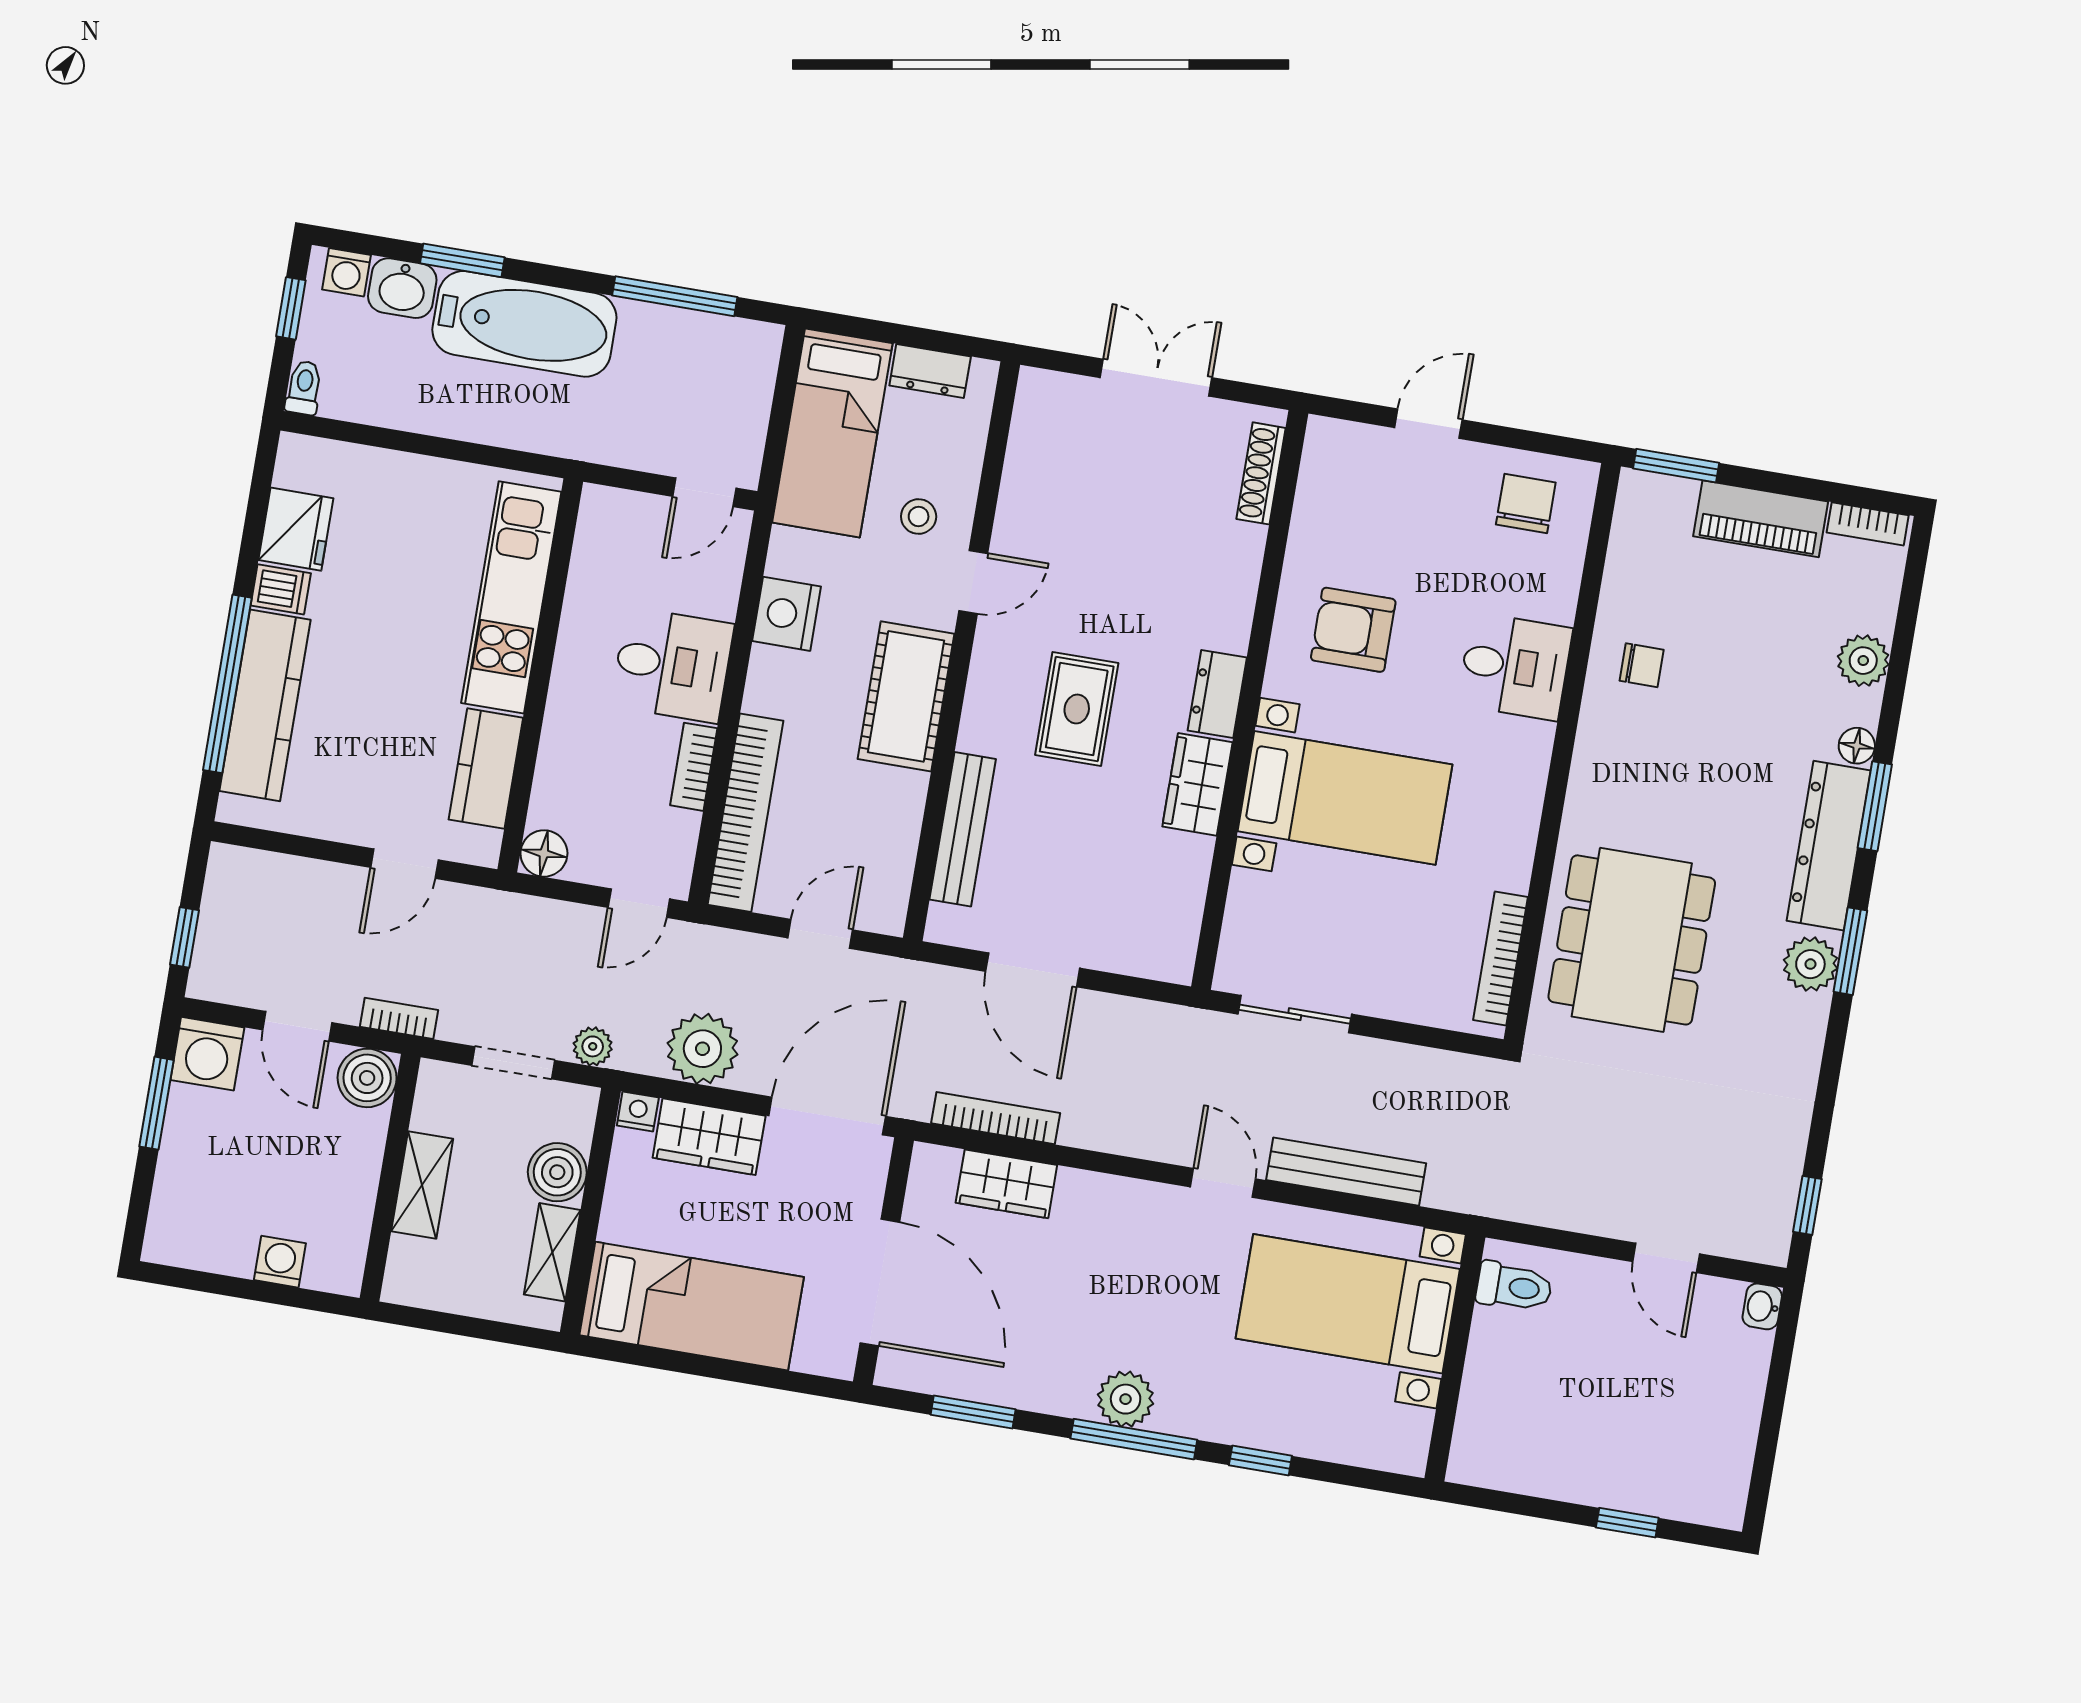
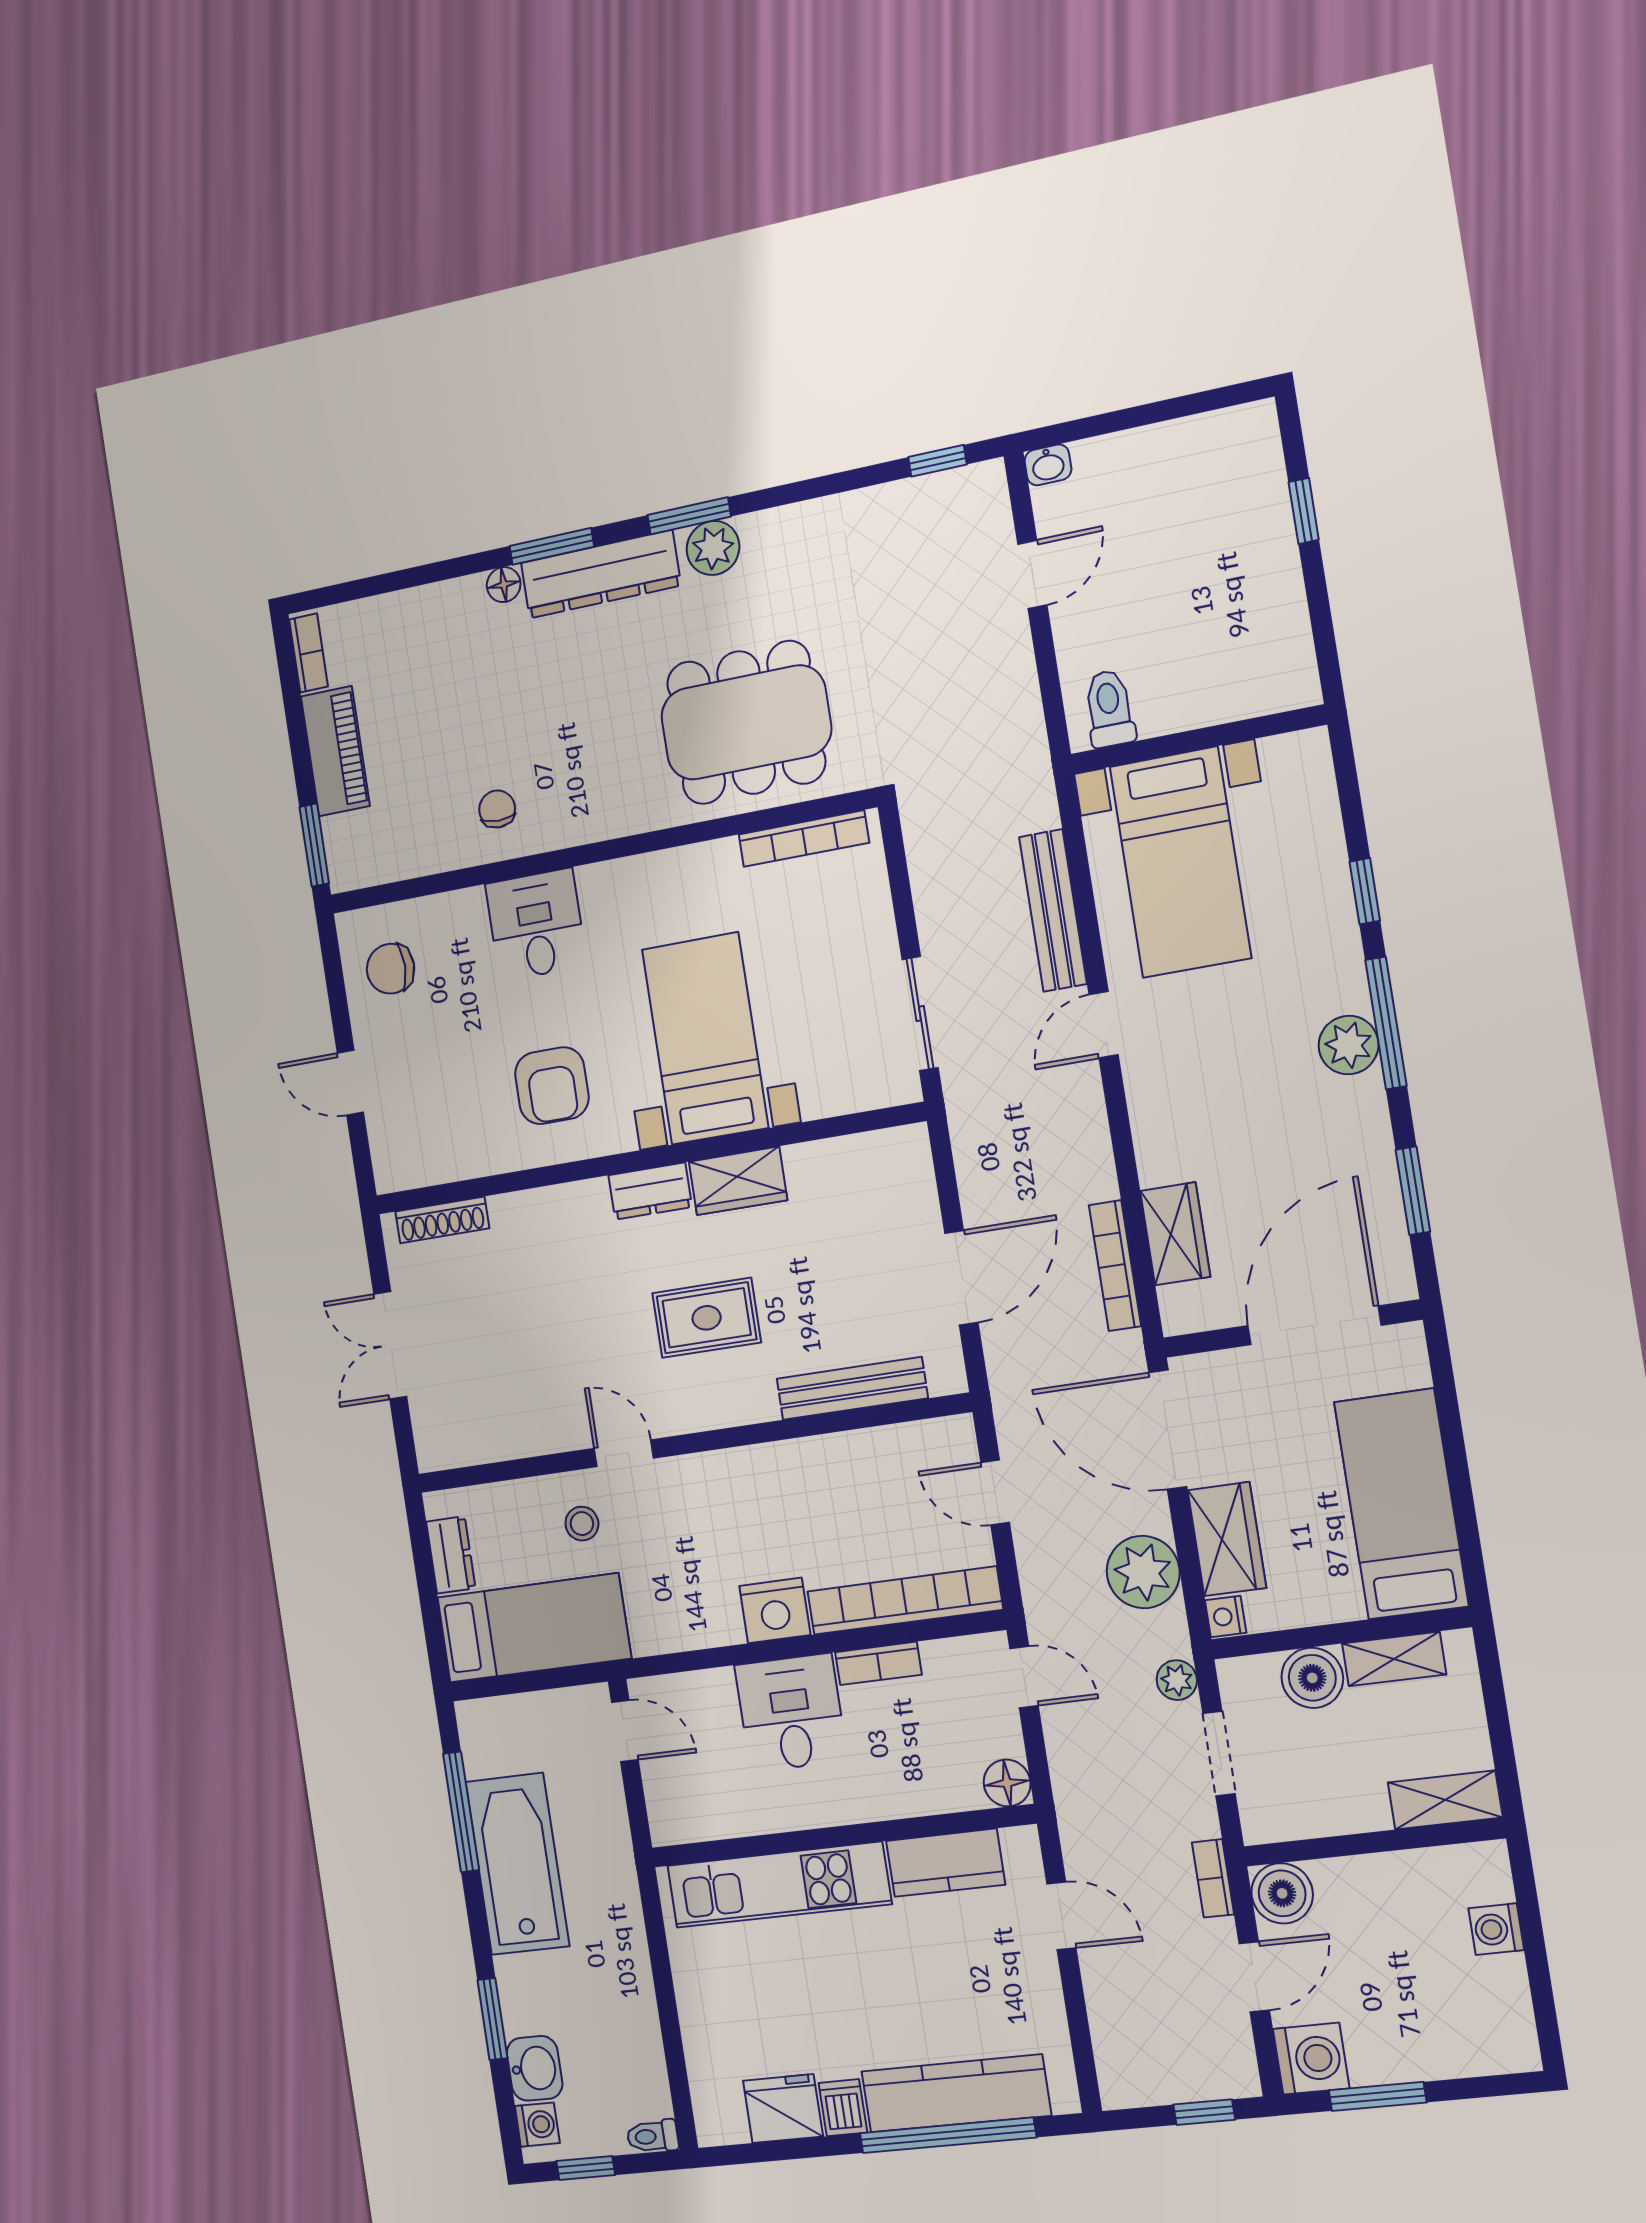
bathtub: (524, 324) -> (517, 1864), moved
nightstand: (787, 614) -> (775, 1610), moved
plant: (1863, 661) -> (427, 609), removed
cot: (906, 696) -> (748, 1482), removed
shelving: (422, 1185) -> (1445, 1800), moved

